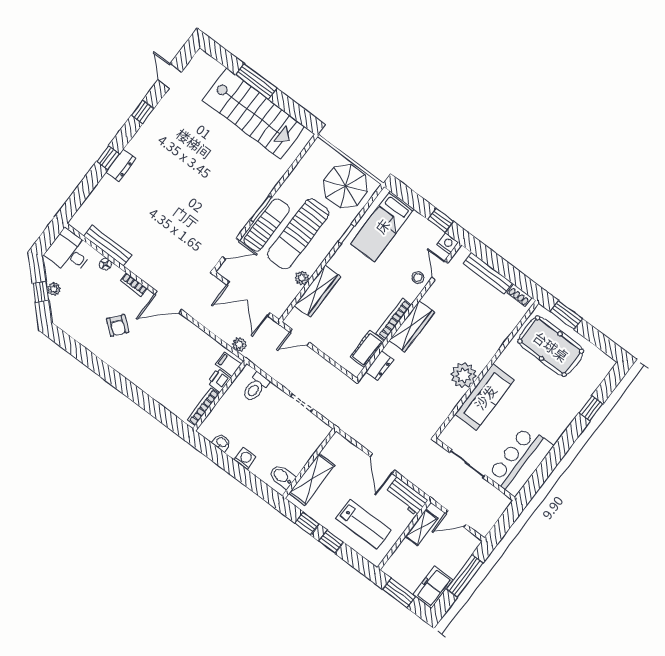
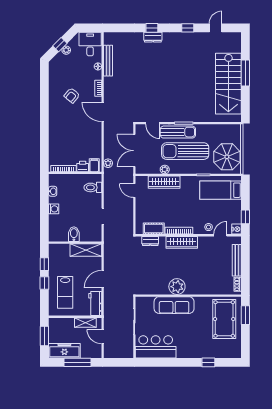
bidet: (282, 476) -> (74, 234), moved
shelving: (312, 479) -> (86, 250), moved
freezer: (433, 587) -> (64, 351), width x1.40

